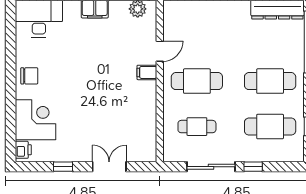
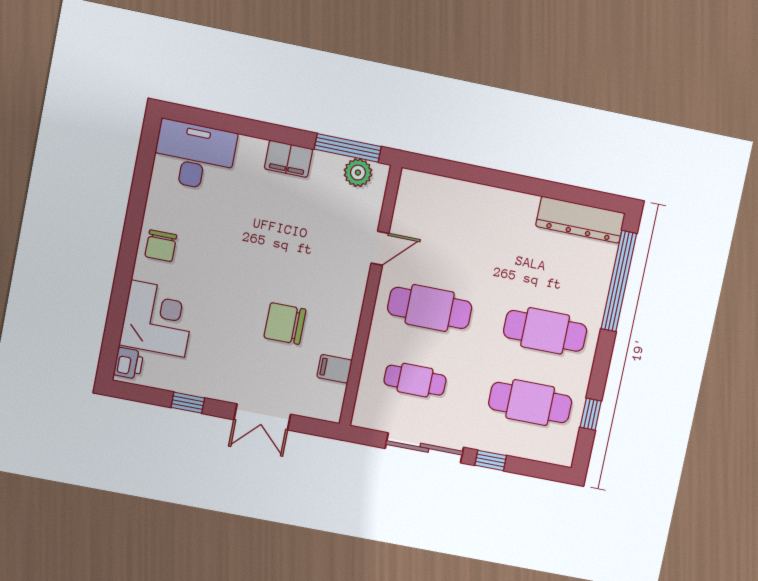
filing cabinet: (147, 72) -> (334, 369), moved
chair: (29, 76) -> (161, 246), turned 90
chair: (112, 108) -> (285, 324), added
double door: (109, 167) -> (262, 417), swing flipped

